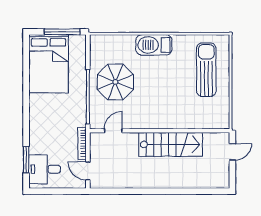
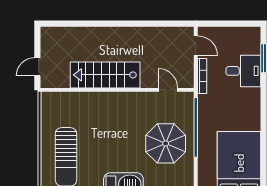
door: (113, 131) -> (168, 90), swing flipped
desk: (44, 169) -> (243, 71), moved

